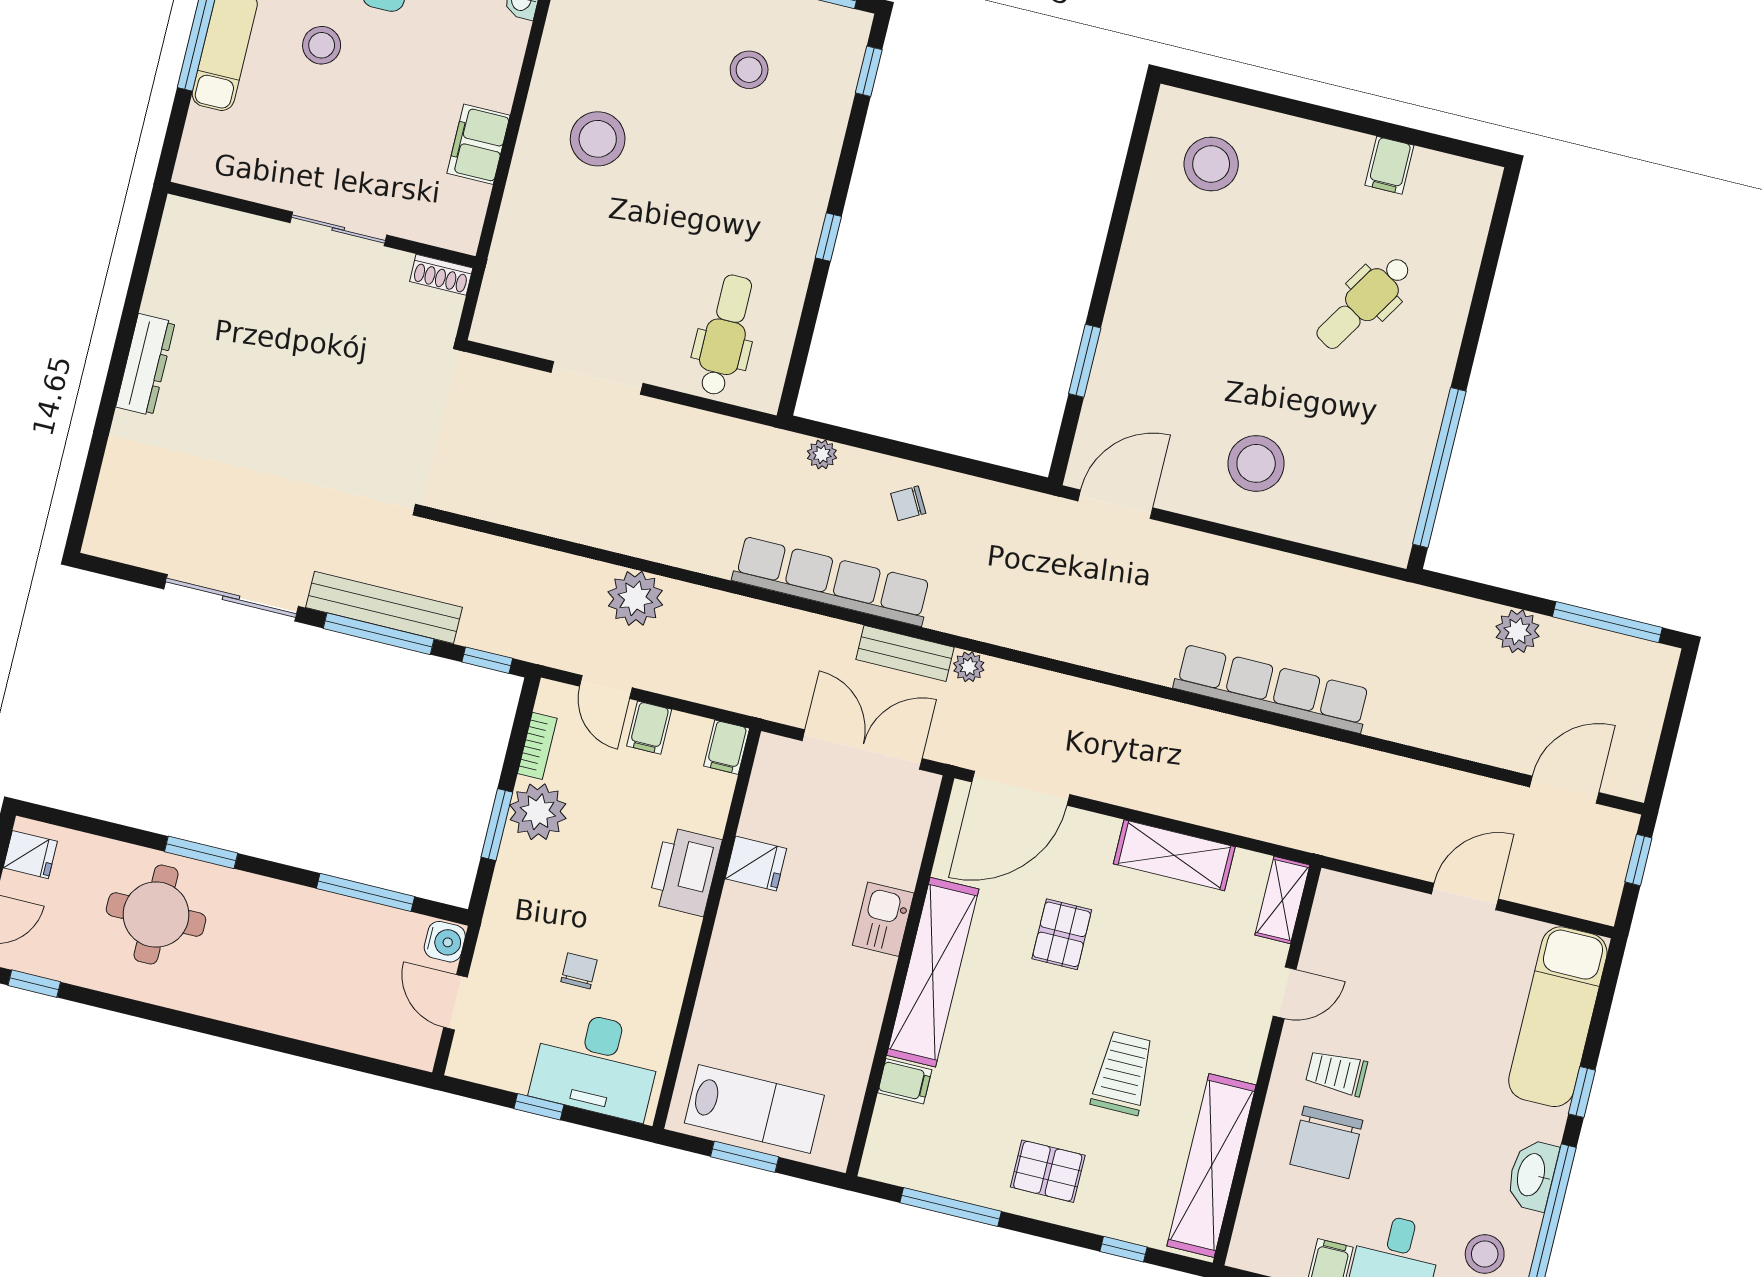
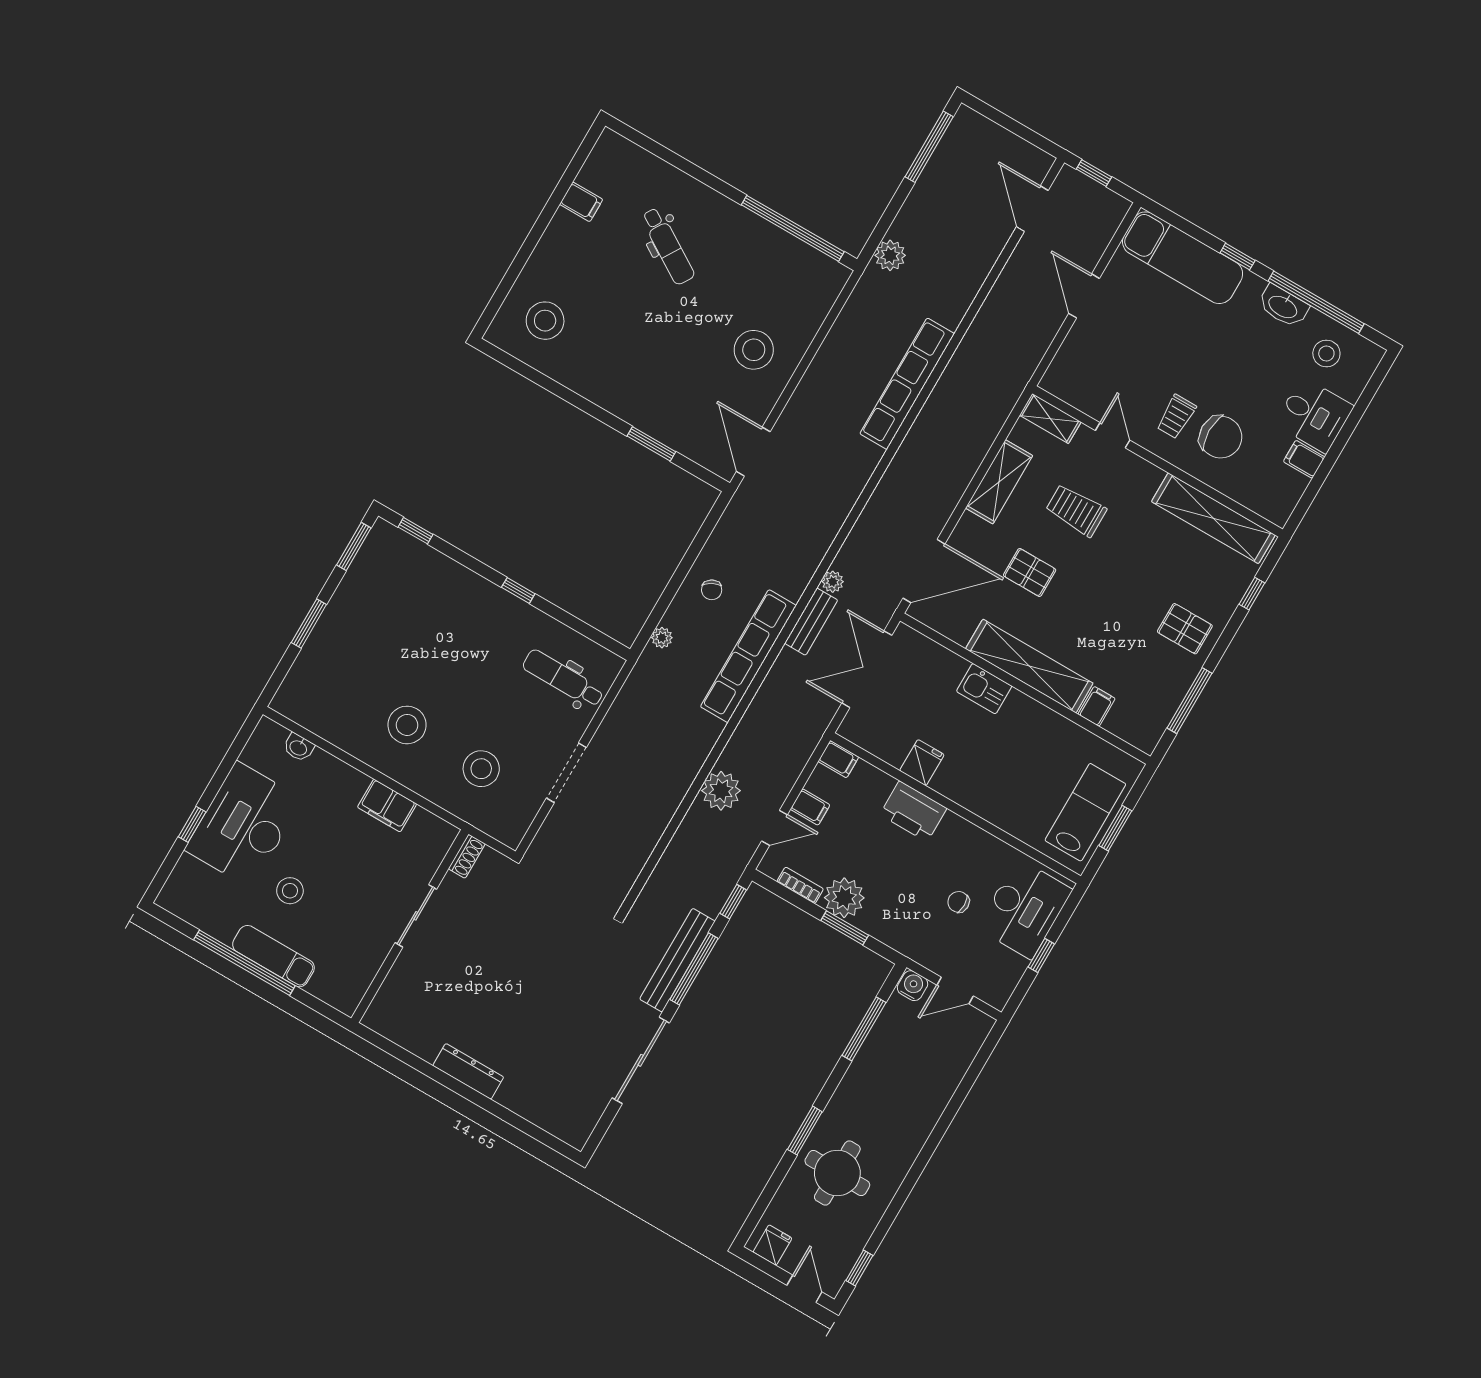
stool: (749, 70) -> (481, 769), moved, width x1.38, depth x1.38
plant: (1518, 631) -> (890, 255), moved
door: (1021, 788) -> (924, 571), hinge flipped
trolley: (1123, 1073) -> (1076, 510), moved
pallet: (1048, 1171) -> (1185, 629), turned 90

